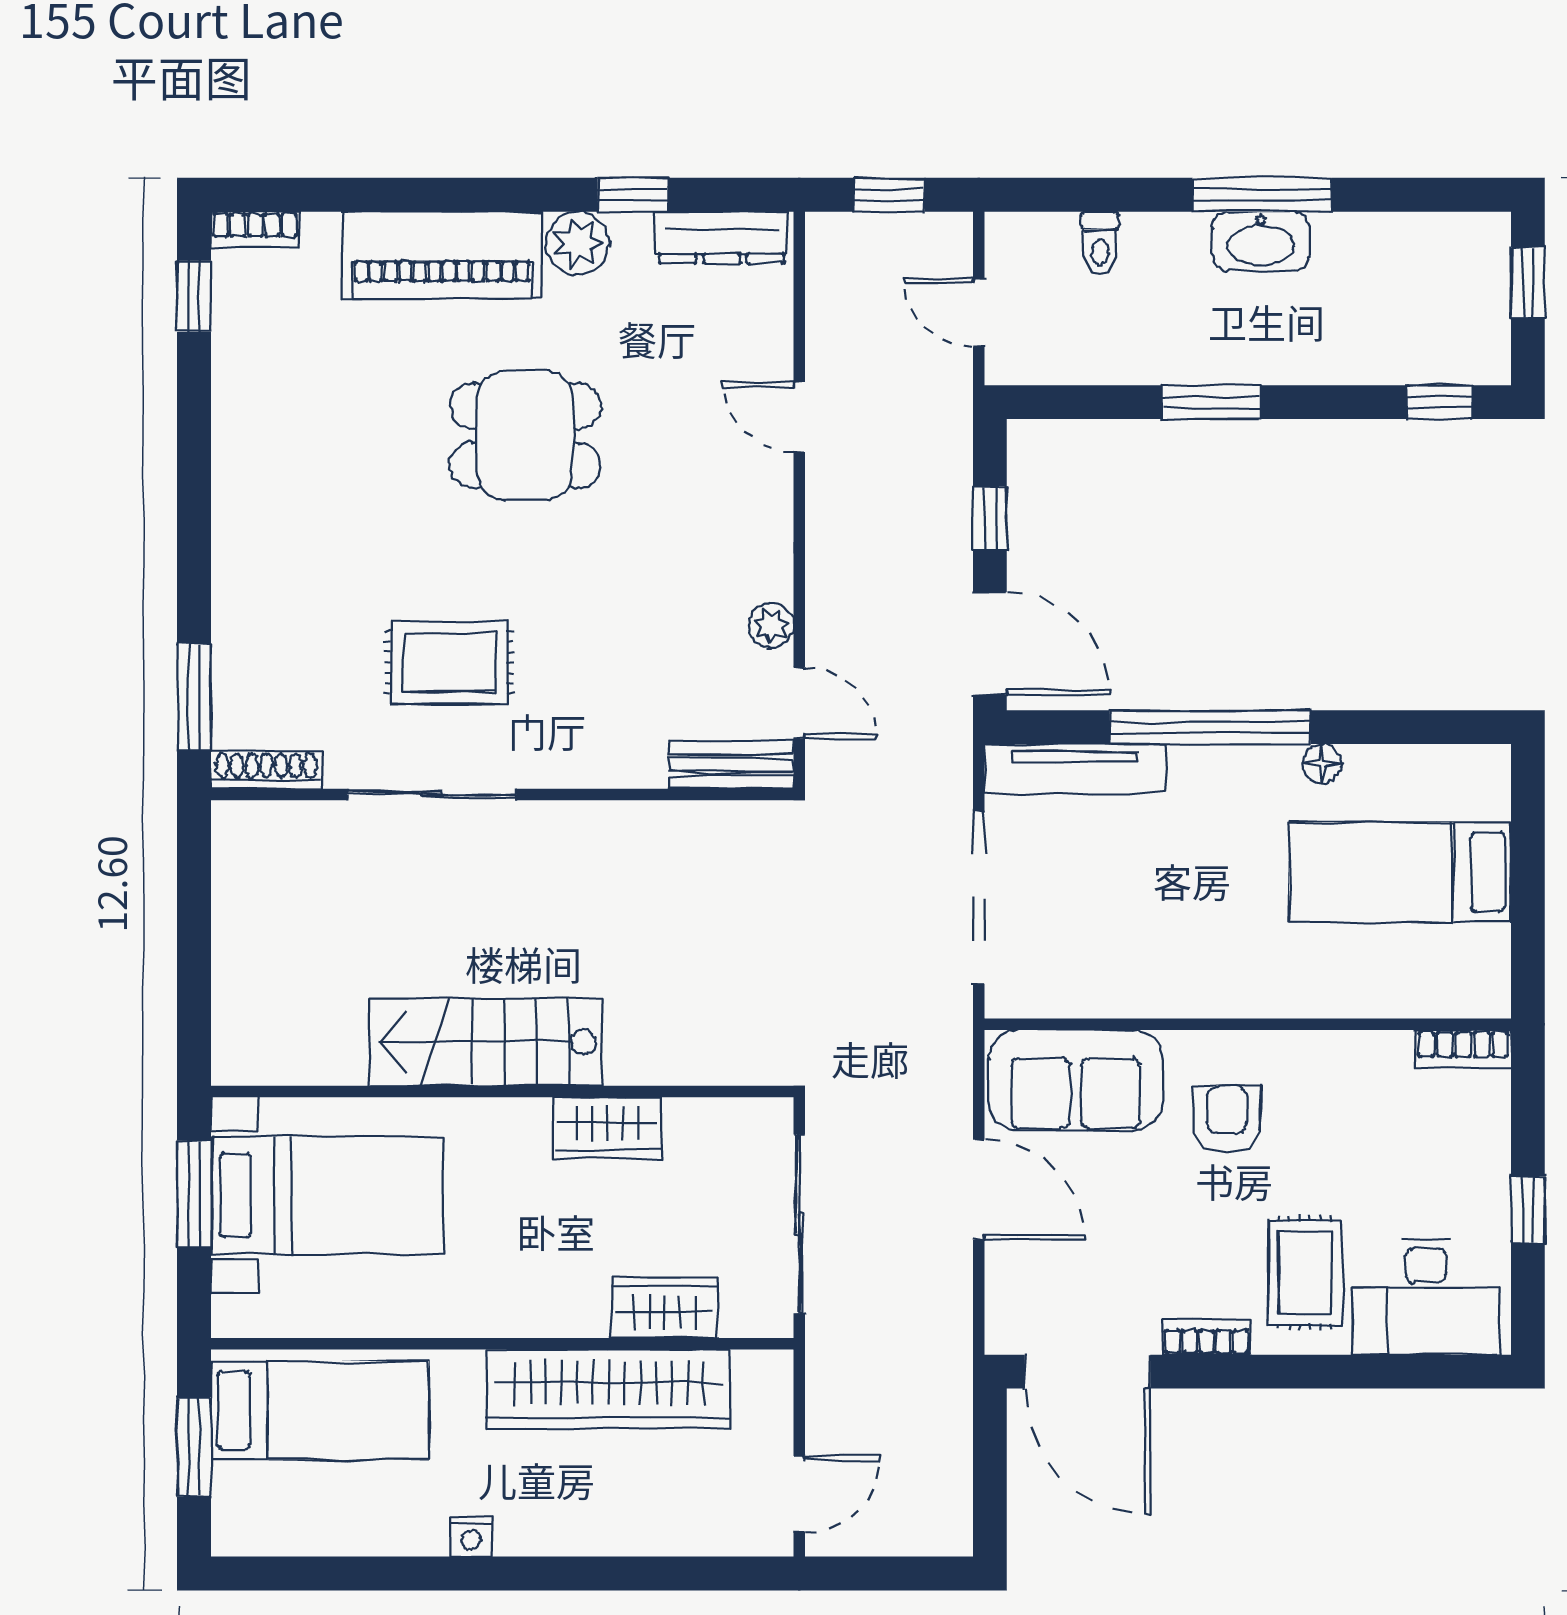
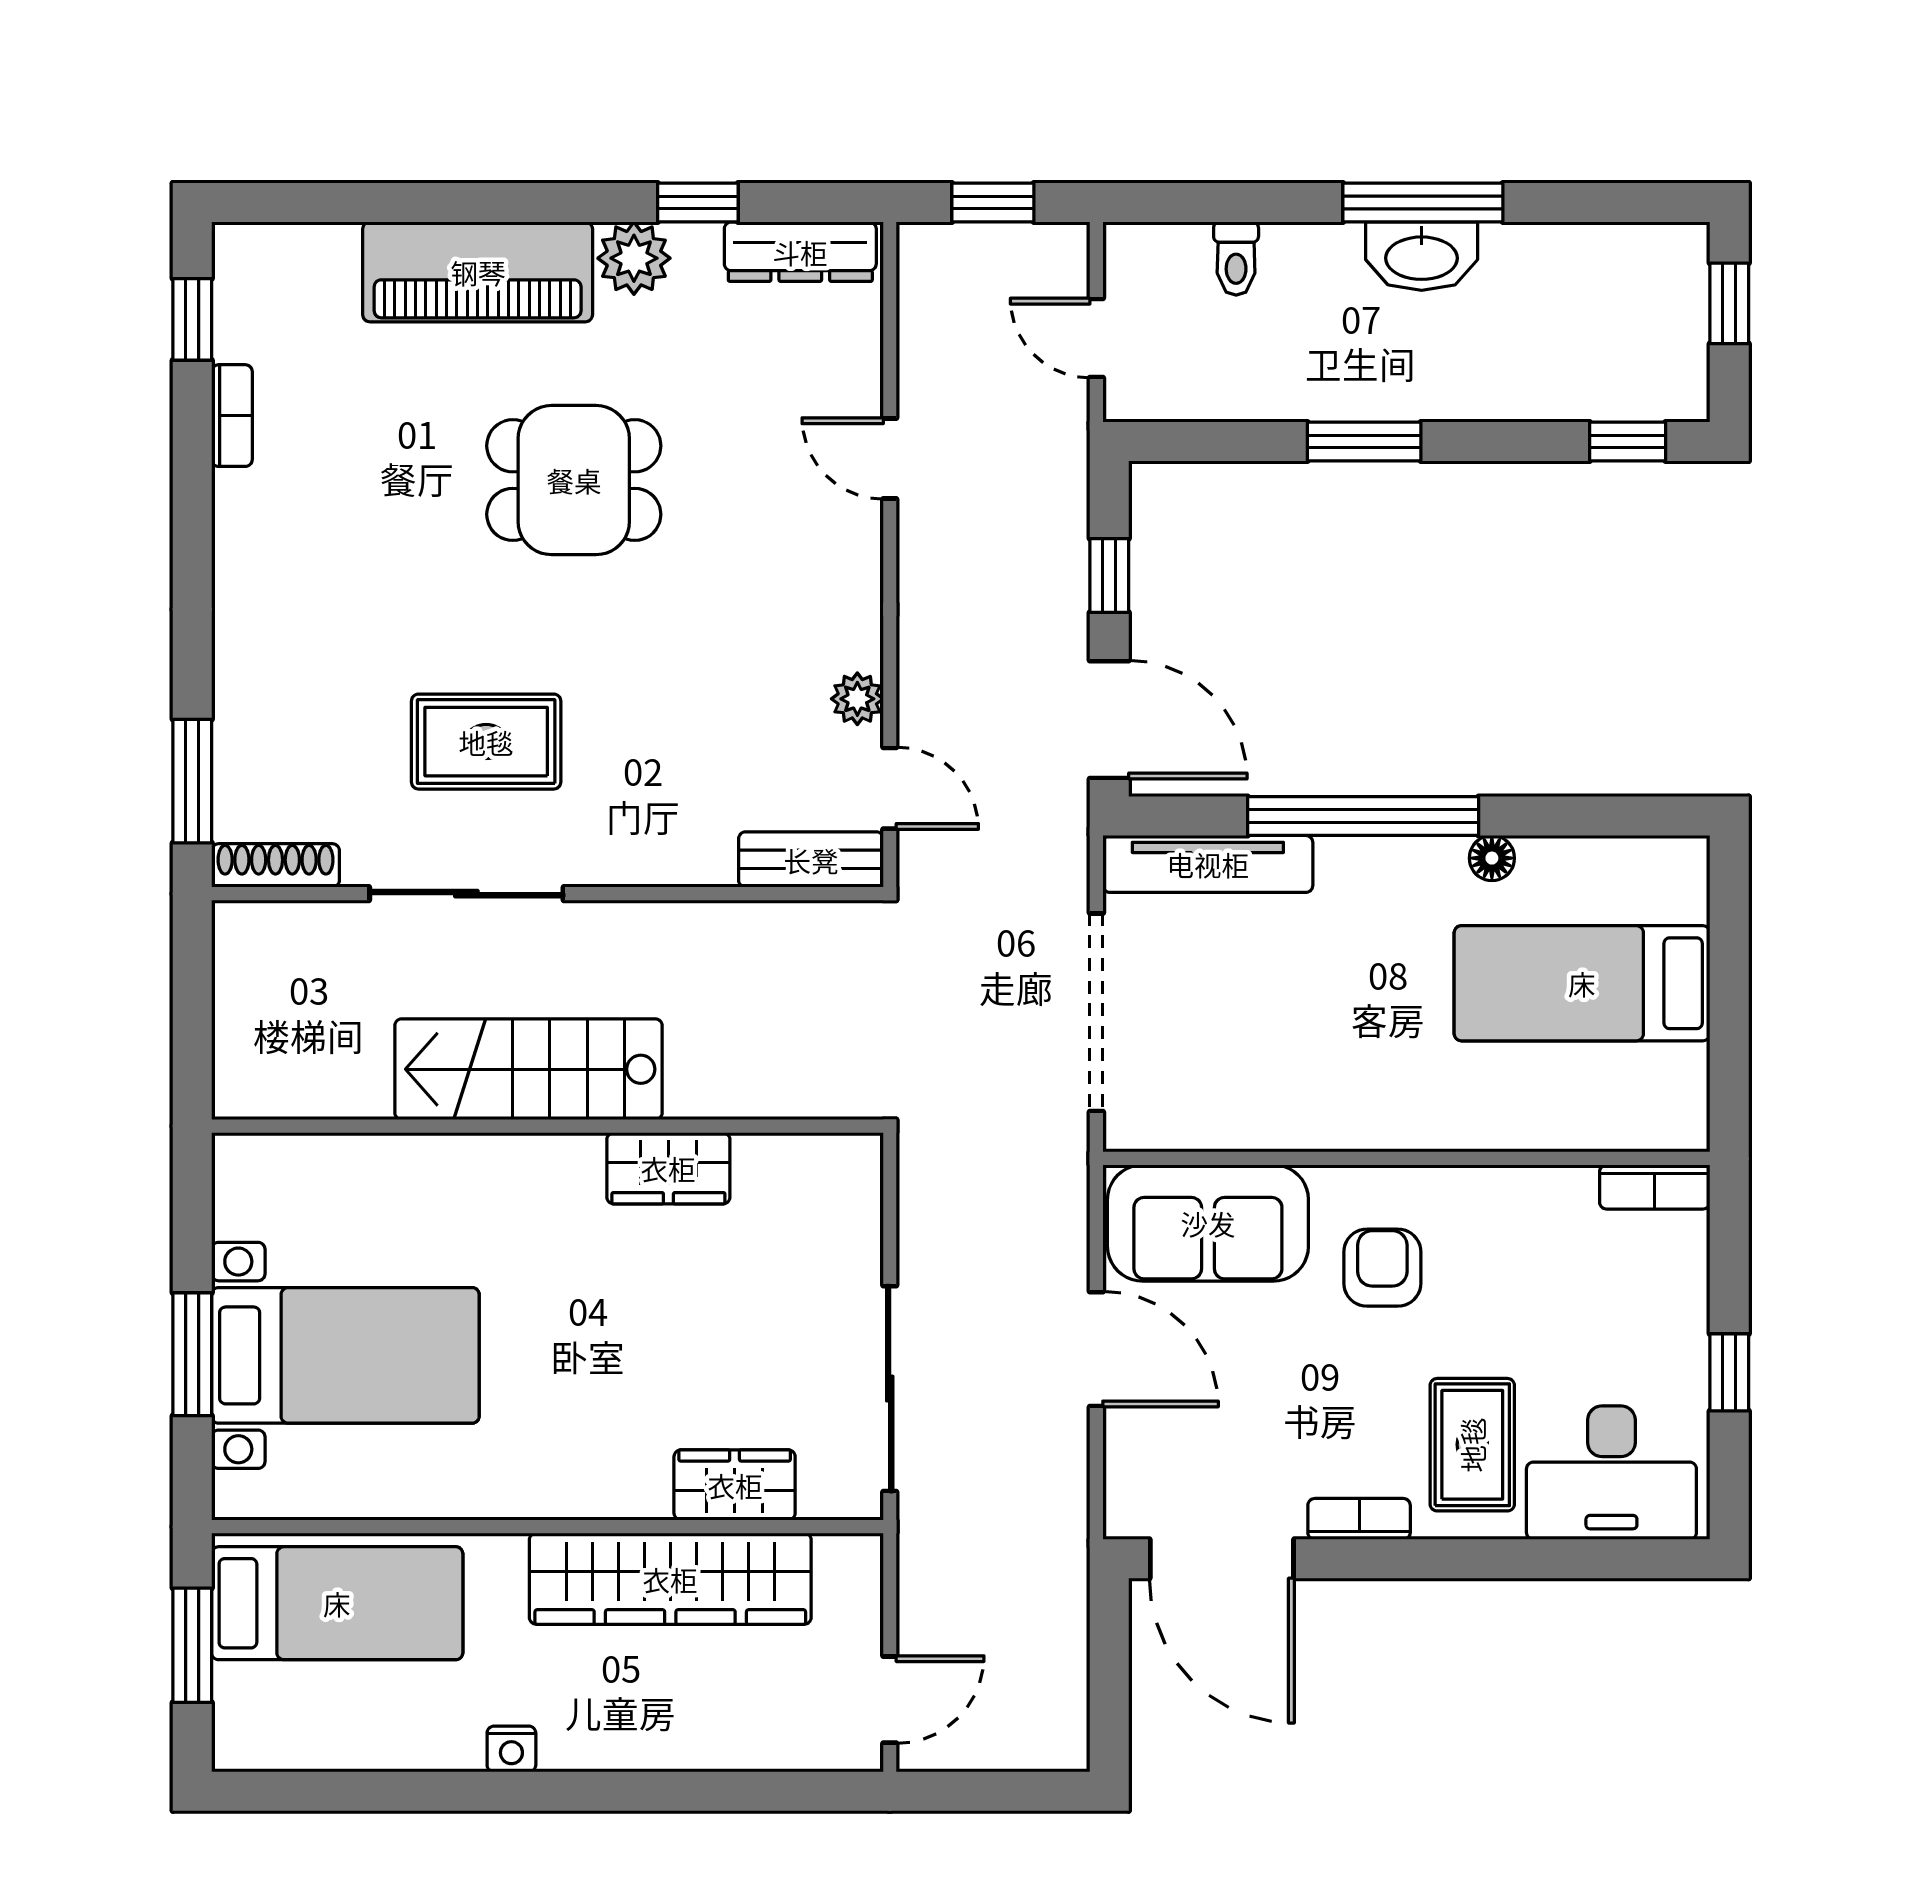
bookcase: (255, 229) -> (232, 416), moved, turned -90
stairs: (486, 1042) -> (528, 1069), moved
wall: (502, 1091) -> (547, 1126), moved
wardrobe: (607, 1128) -> (668, 1168), moved

